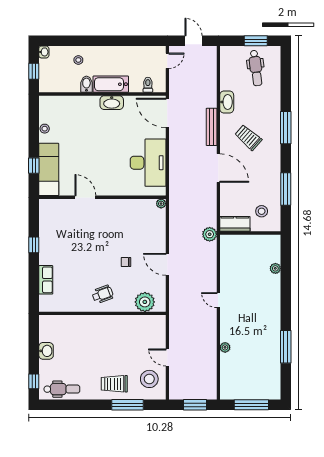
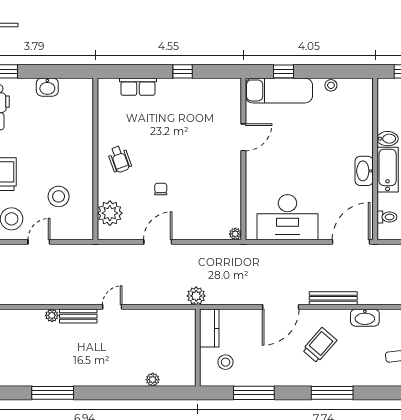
bench: (225, 327) -> (78, 316), added
stool: (132, 342) -> (59, 196), added

